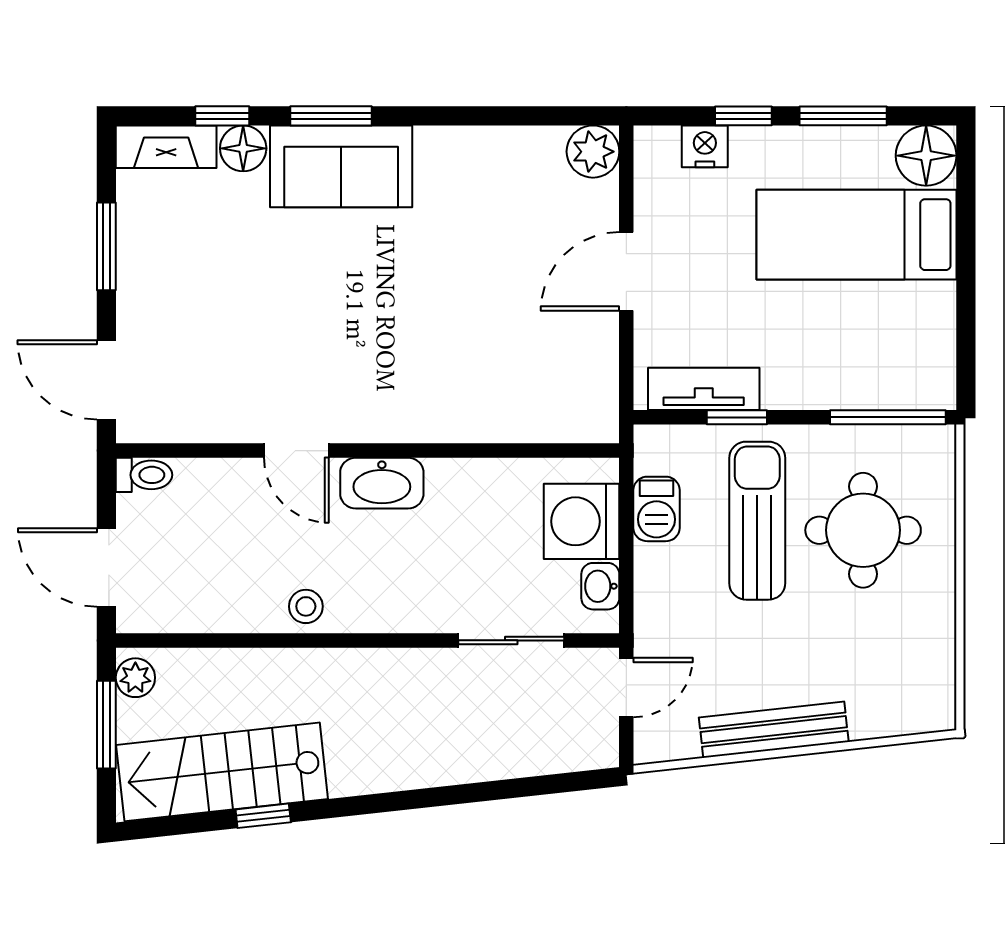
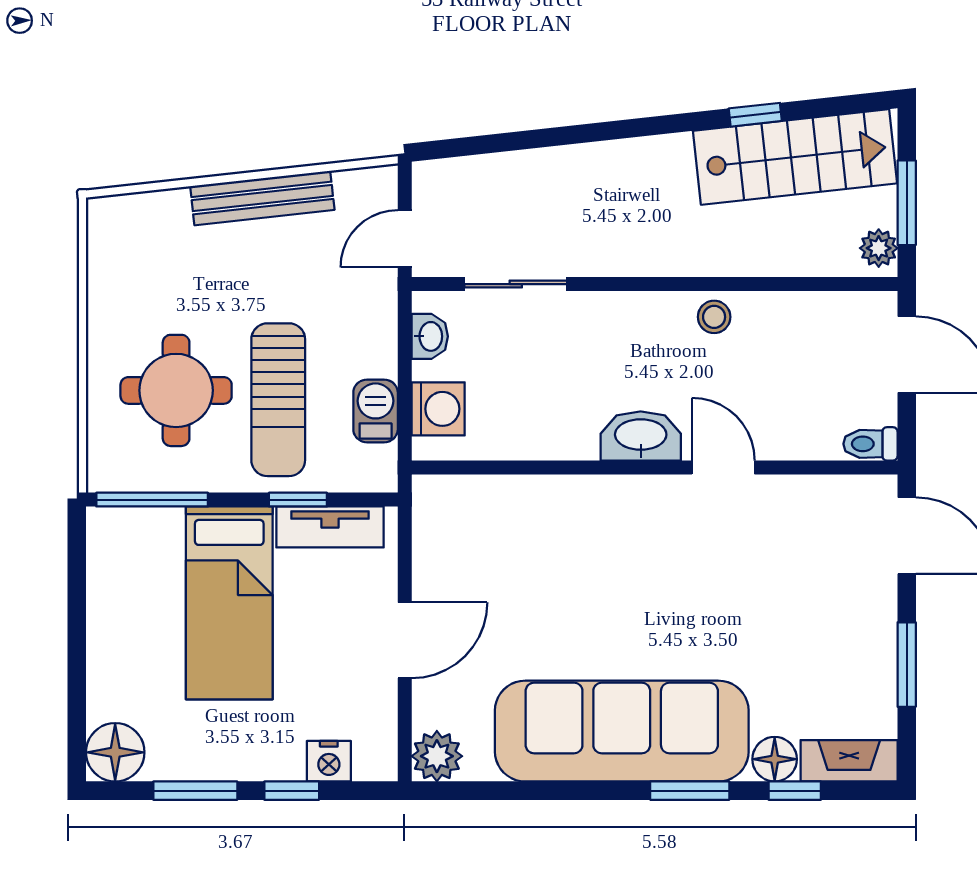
sofa: (341, 166) -> (622, 731), width x1.85, depth x1.27
bed: (856, 235) -> (229, 603), moved, turned 90
washing machine: (581, 521) -> (438, 409), width x0.73, depth x0.73

